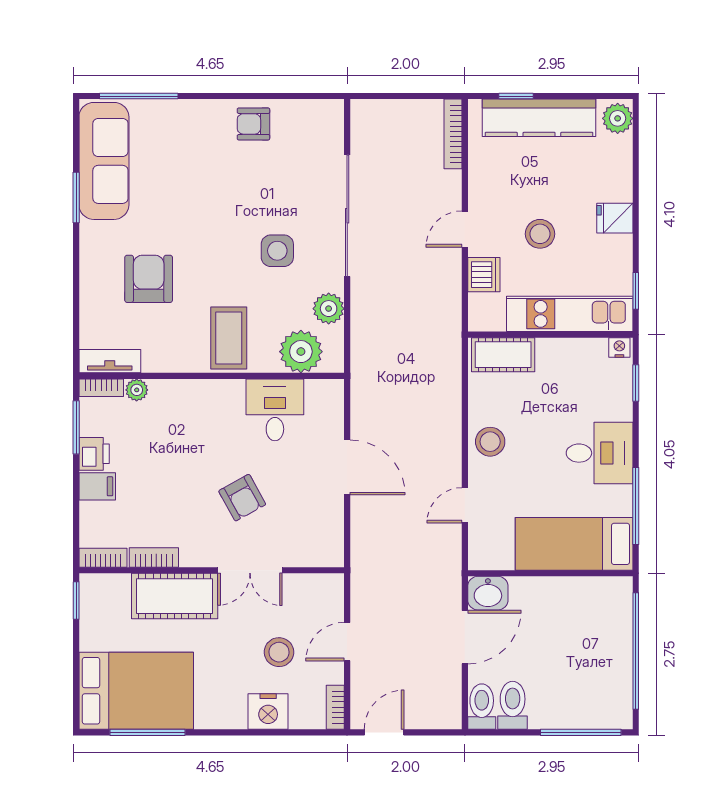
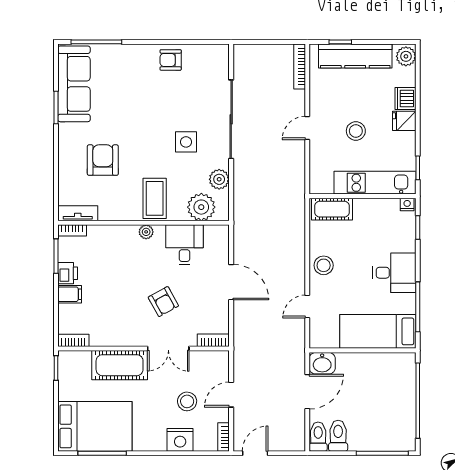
dishwasher: (484, 275) -> (405, 98), moved, turned 180
plant: (137, 390) -> (146, 232), moved
bookcase: (154, 558) -> (213, 340), moved

